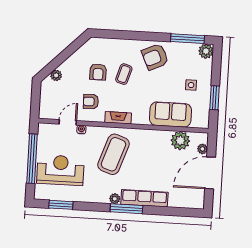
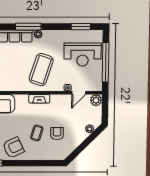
armchair: (91, 102) -> (61, 110), removed
plant: (46, 112) -> (96, 100), added

